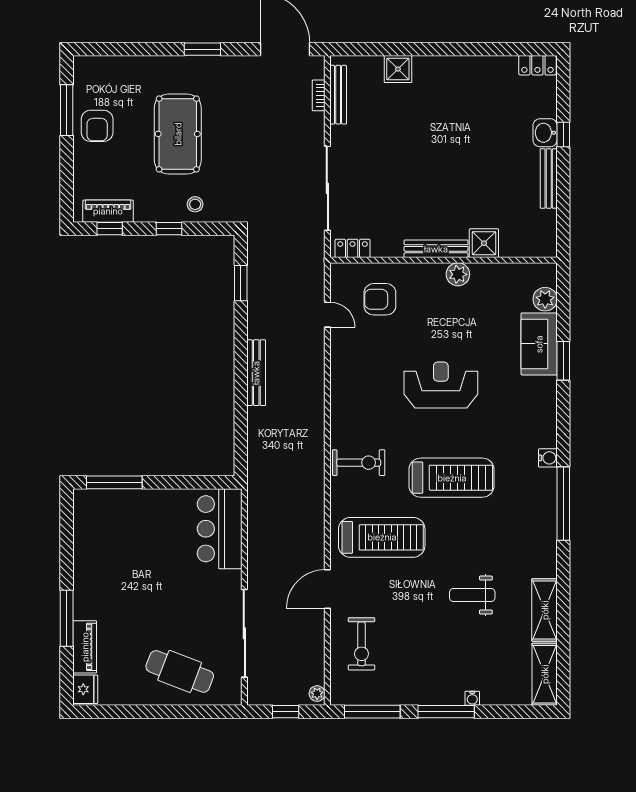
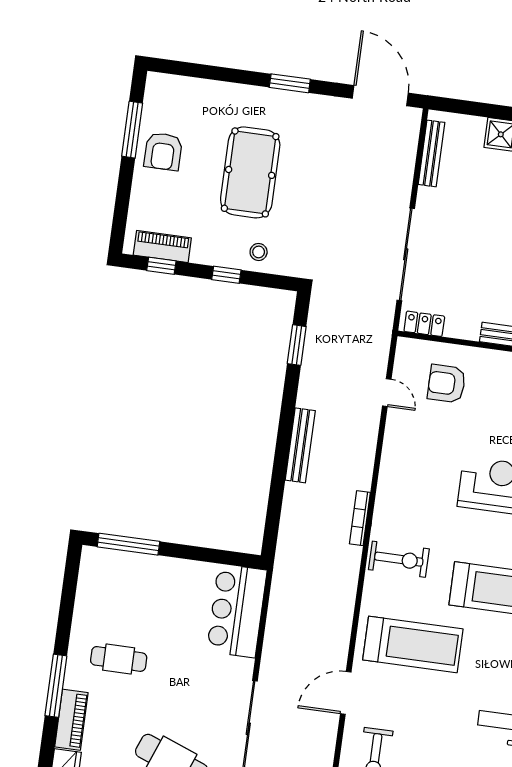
bookcase: (319, 95) -> (360, 518), moved, width x1.56
cafe table: (120, 587) -> (119, 659), added

